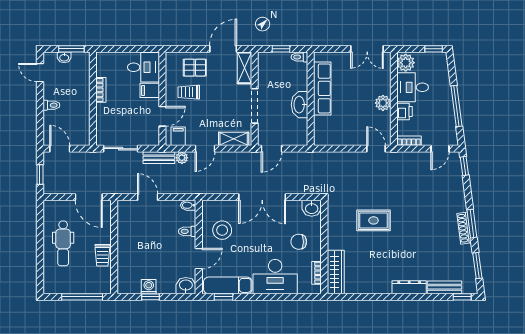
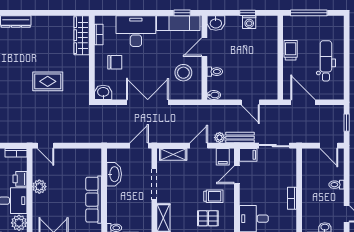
filing cabinet: (150, 90) -> (248, 155), moved
washbasin: (300, 105) -> (114, 174), moved

